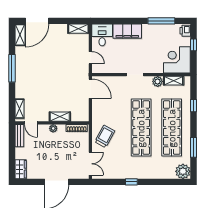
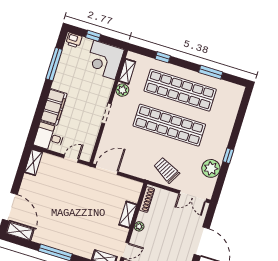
double door: (90, 164) -> (193, 196), swing flipped
plant: (183, 171) -> (211, 168), moved

